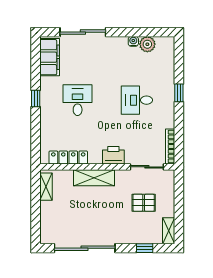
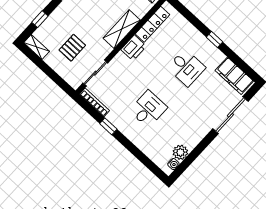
water cooler: (133, 41) -> (173, 164), moved
window: (179, 93) -> (108, 126), moved
printer: (113, 155) -> (134, 48), moved

